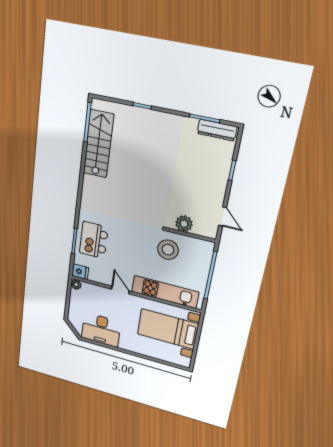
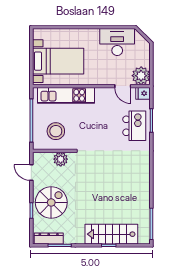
stairs: (98, 144) -> (111, 234), moved, turned 90
spiral stairs: (205, 175) -> (51, 202), added
stool: (168, 250) -> (56, 131), moved
plant: (76, 285) -> (141, 76), width x1.87, depth x1.87
door: (120, 290) -> (123, 86), moved

